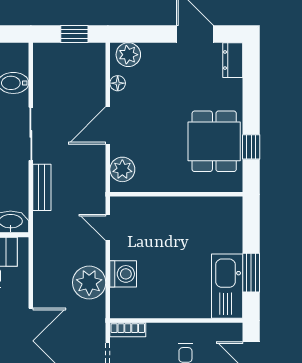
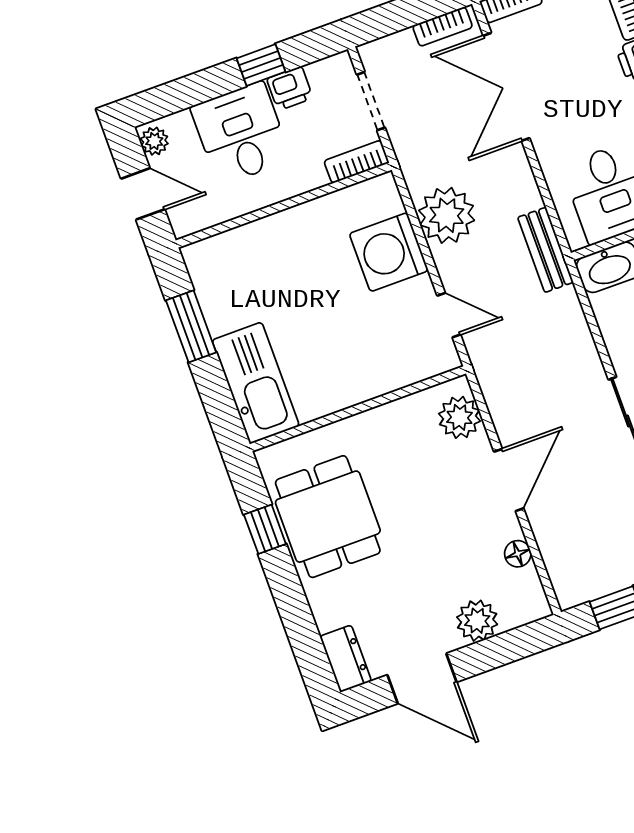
plant: (128, 55) -> (477, 621), moved
bench: (42, 187) -> (545, 250), moved
washing machine: (123, 274) -> (389, 252), width x1.37, depth x1.37
kitchen sink: (227, 286) -> (256, 383), moved

